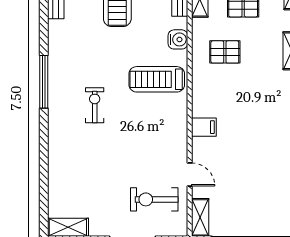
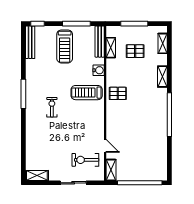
pallet: (225, 52) -> (118, 93), moved
filing cabinet: (204, 127) -> (113, 119), removed

